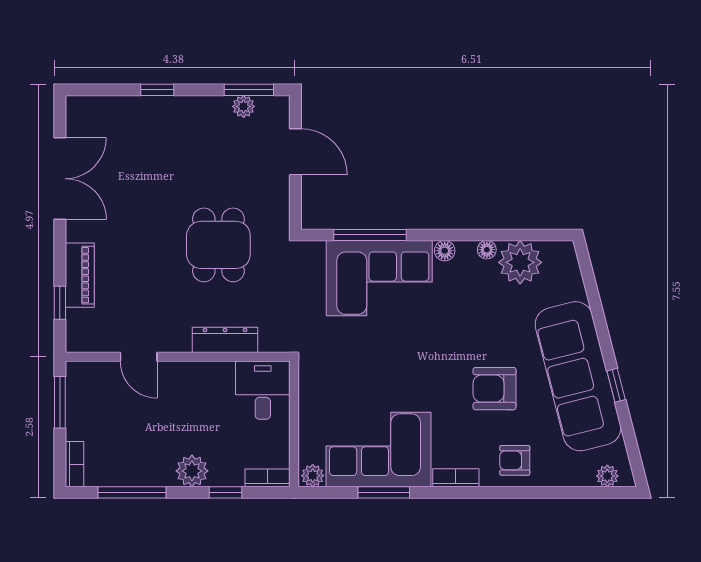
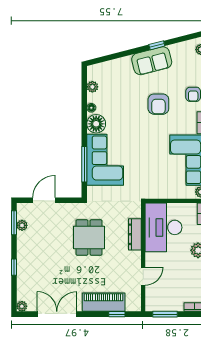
plant: (76, 106) -> (22, 306), added
dining table: (218, 245) -> (89, 237), turned 90
floor lamp: (445, 251) -> (96, 124), width x1.89, depth x1.89
plant: (520, 262) -> (92, 87), width x0.53, depth x0.53
piano: (80, 275) -> (104, 302), width x1.37, depth x1.33
sofa: (578, 376) -> (152, 61), width x0.54, depth x0.79
desk: (263, 390) -> (163, 227), width x1.87, depth x1.30

